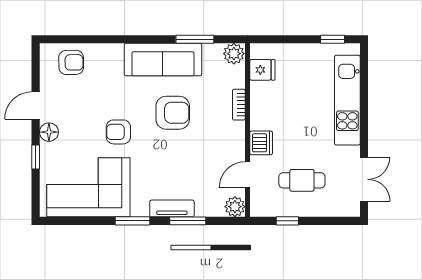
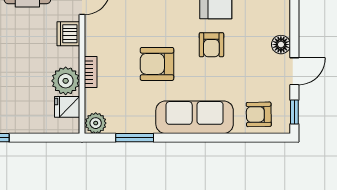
sofa: (163, 60) -> (195, 117), moved
plant: (264, 96) -> (66, 81), added
armchair: (118, 132) -> (211, 45), turned 90
window: (36, 157) -> (294, 112), moved

